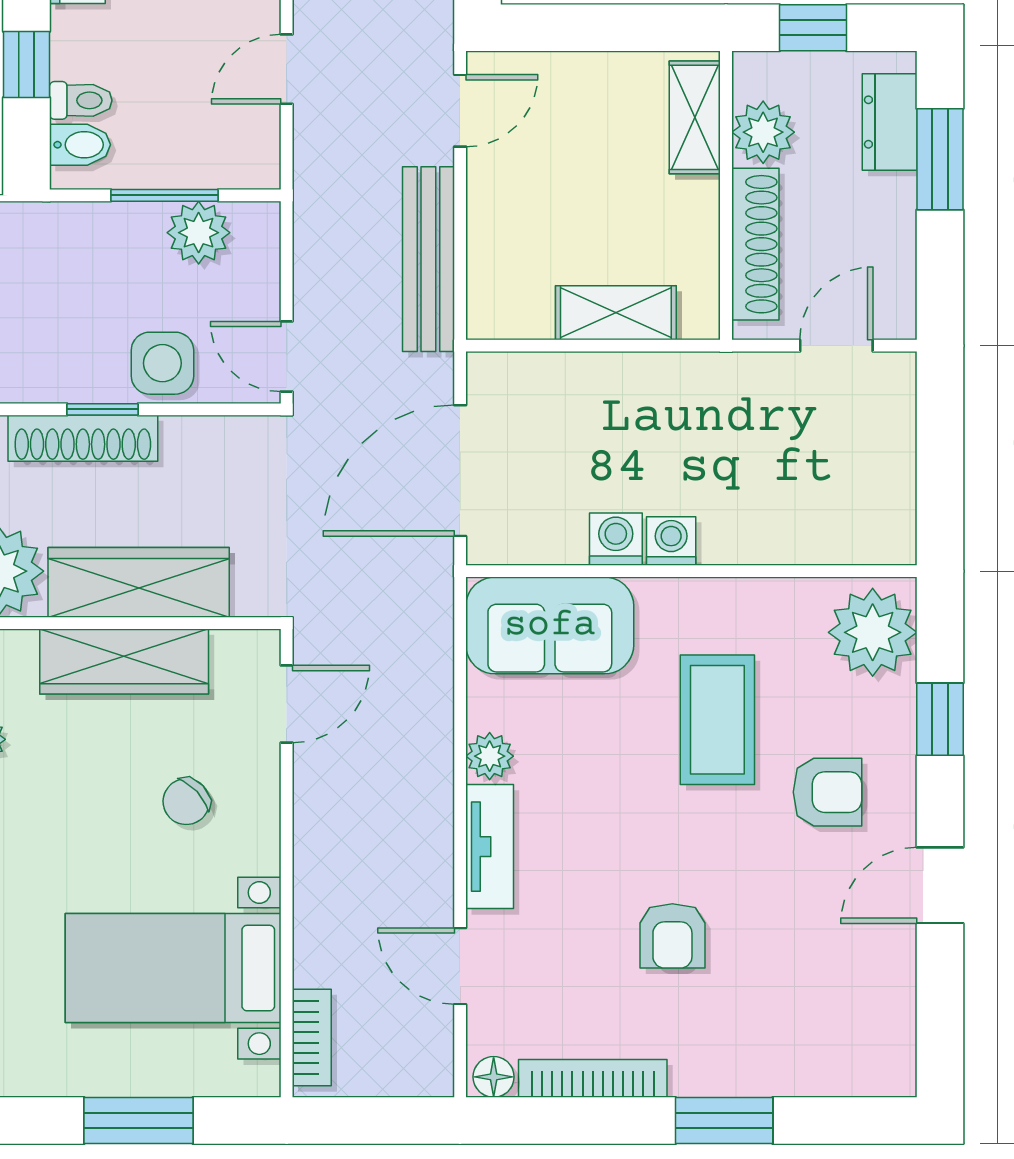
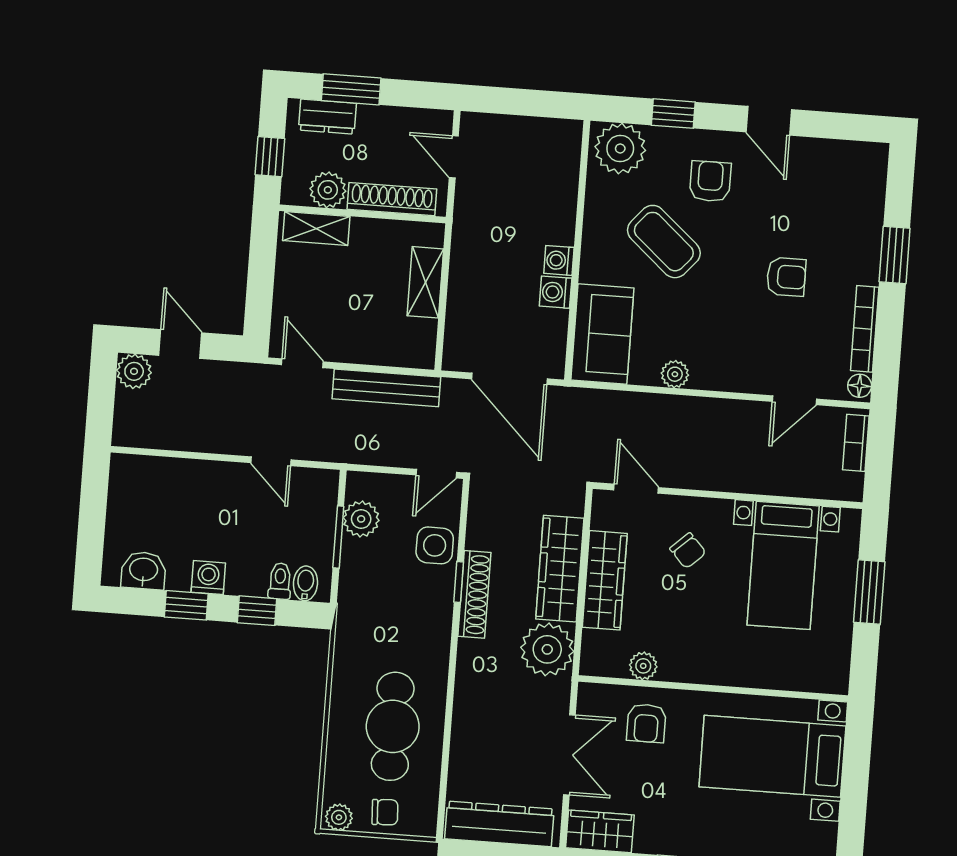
coffee table: (717, 720) -> (664, 242), turned 41
tv unit: (490, 847) -> (727, 378), removed
bookcase: (312, 1037) -> (856, 443), moved, turned -90

